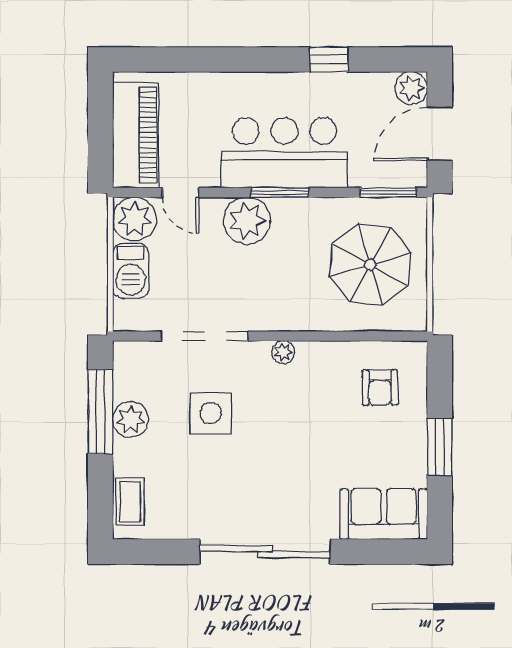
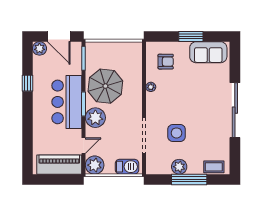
parasol: (370, 265) -> (105, 86), moved
barbecue: (131, 271) -> (127, 167), moved
plant: (283, 352) -> (151, 87), moved
window: (100, 412) -> (189, 179), moved
sofa: (384, 514) -> (208, 52), moved, turned -90

